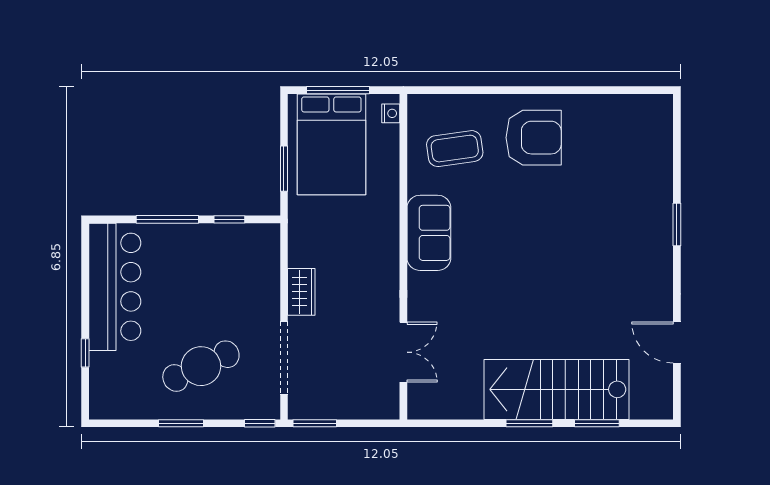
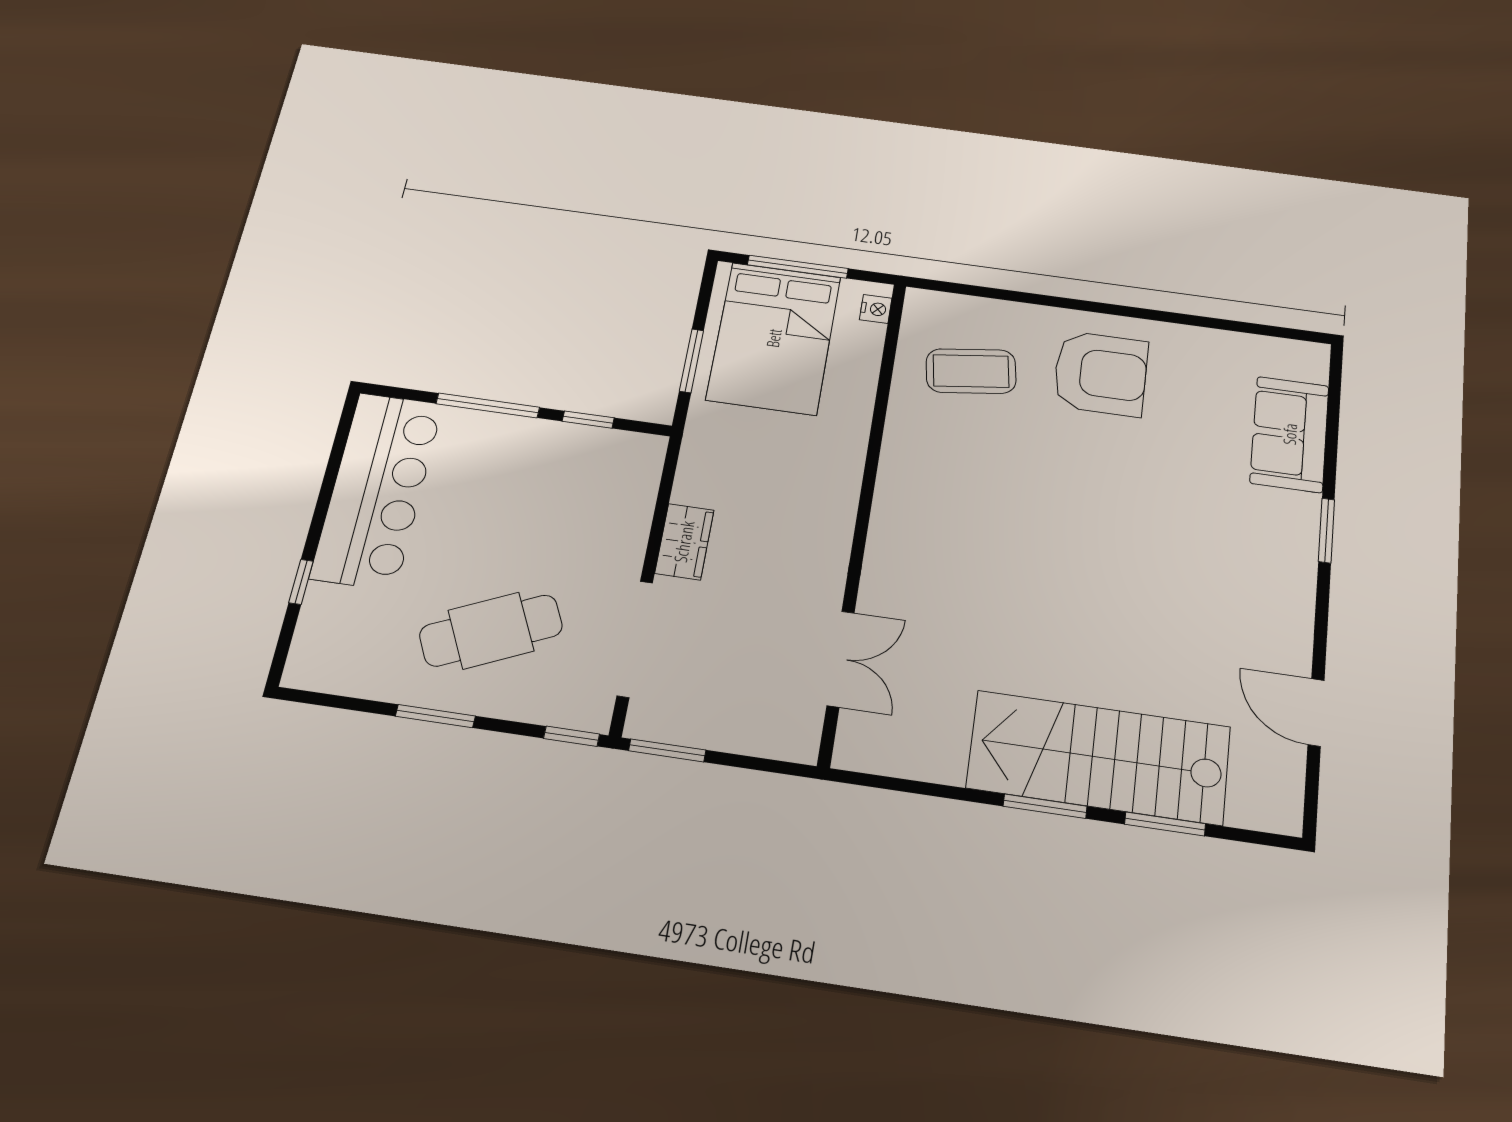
sofa: (429, 233) -> (1290, 434), moved, turned 180

